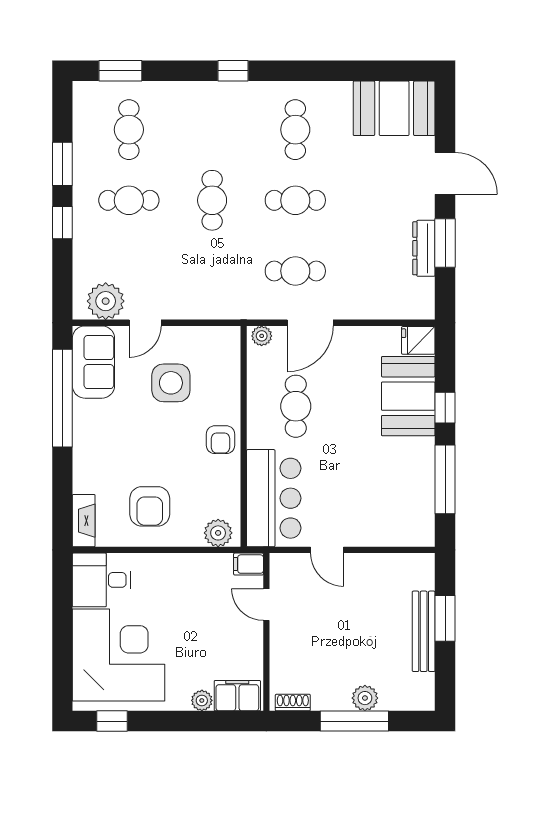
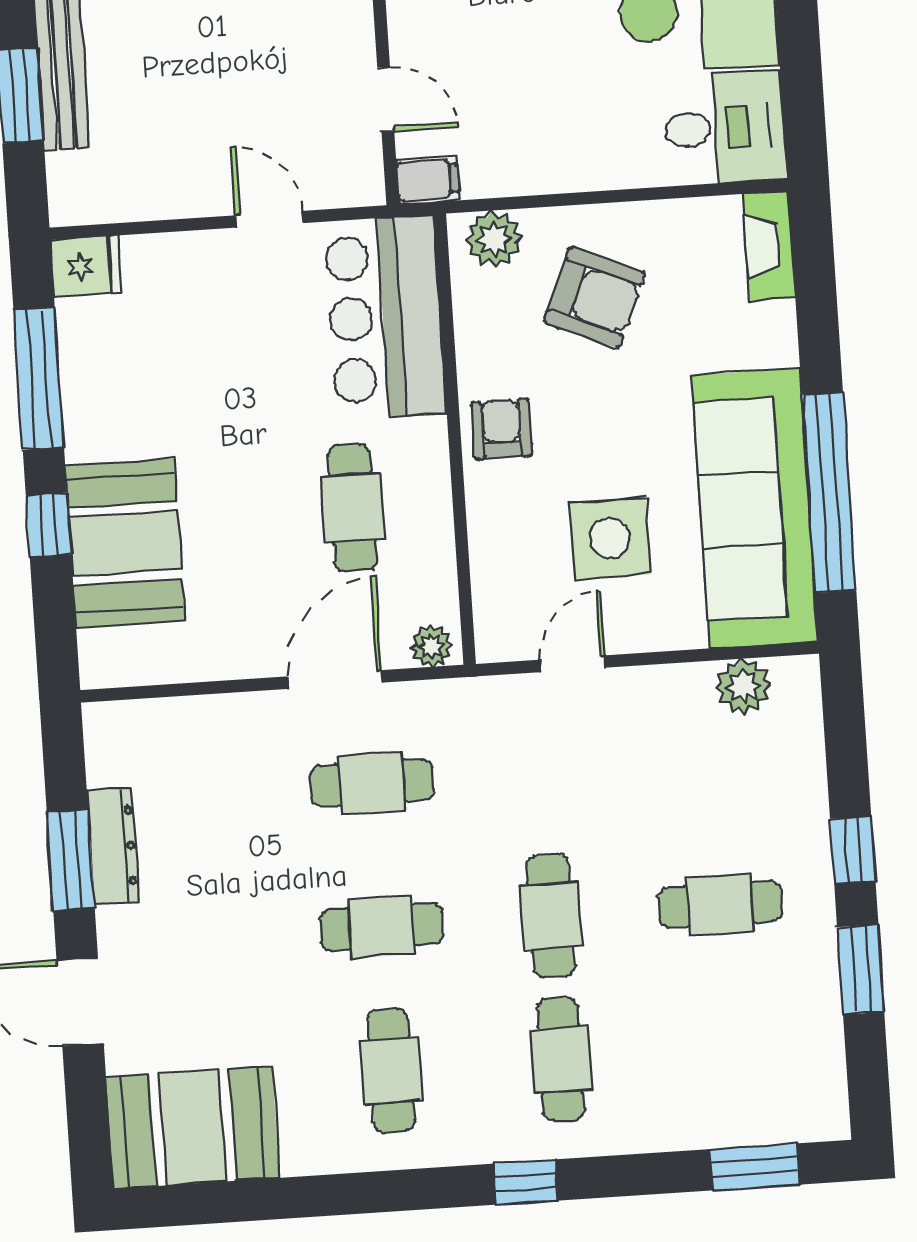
cafe table: (129, 130) -> (560, 1059), moved
plant: (106, 301) -> (743, 686), width x0.73, depth x0.73
door: (145, 323) -> (573, 664), moved
fridge: (418, 340) -> (86, 266), moved
sofa: (93, 362) -> (755, 508), width x1.85, depth x1.27
armchair: (150, 506) -> (595, 297), moved, turned 113

